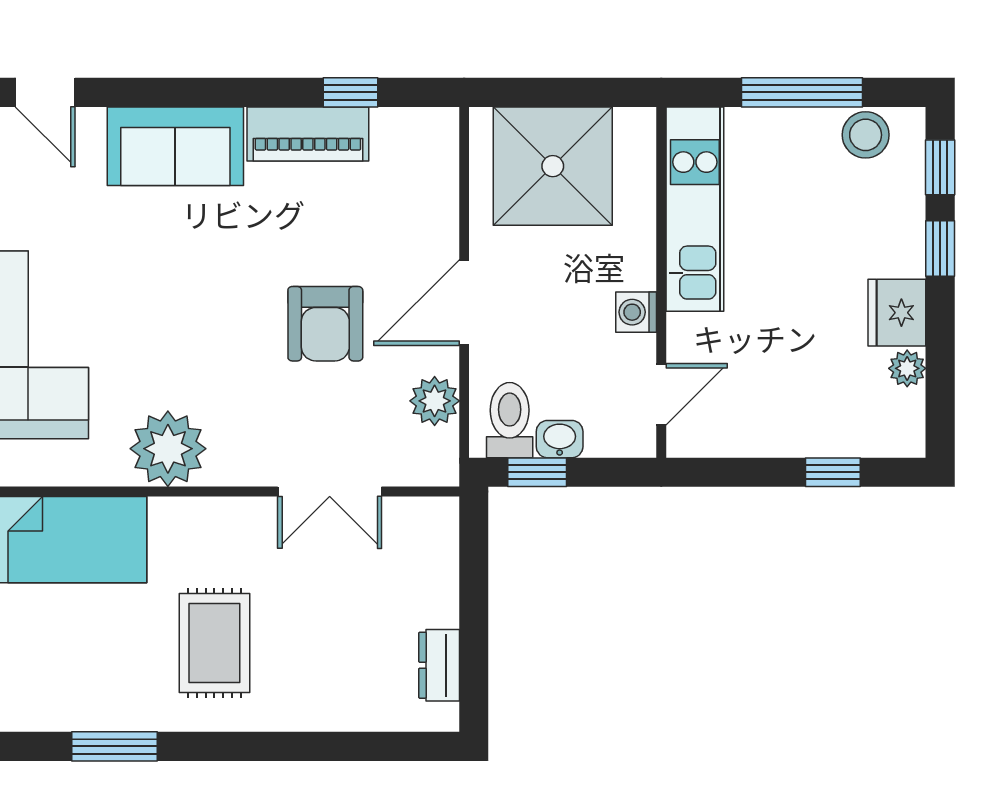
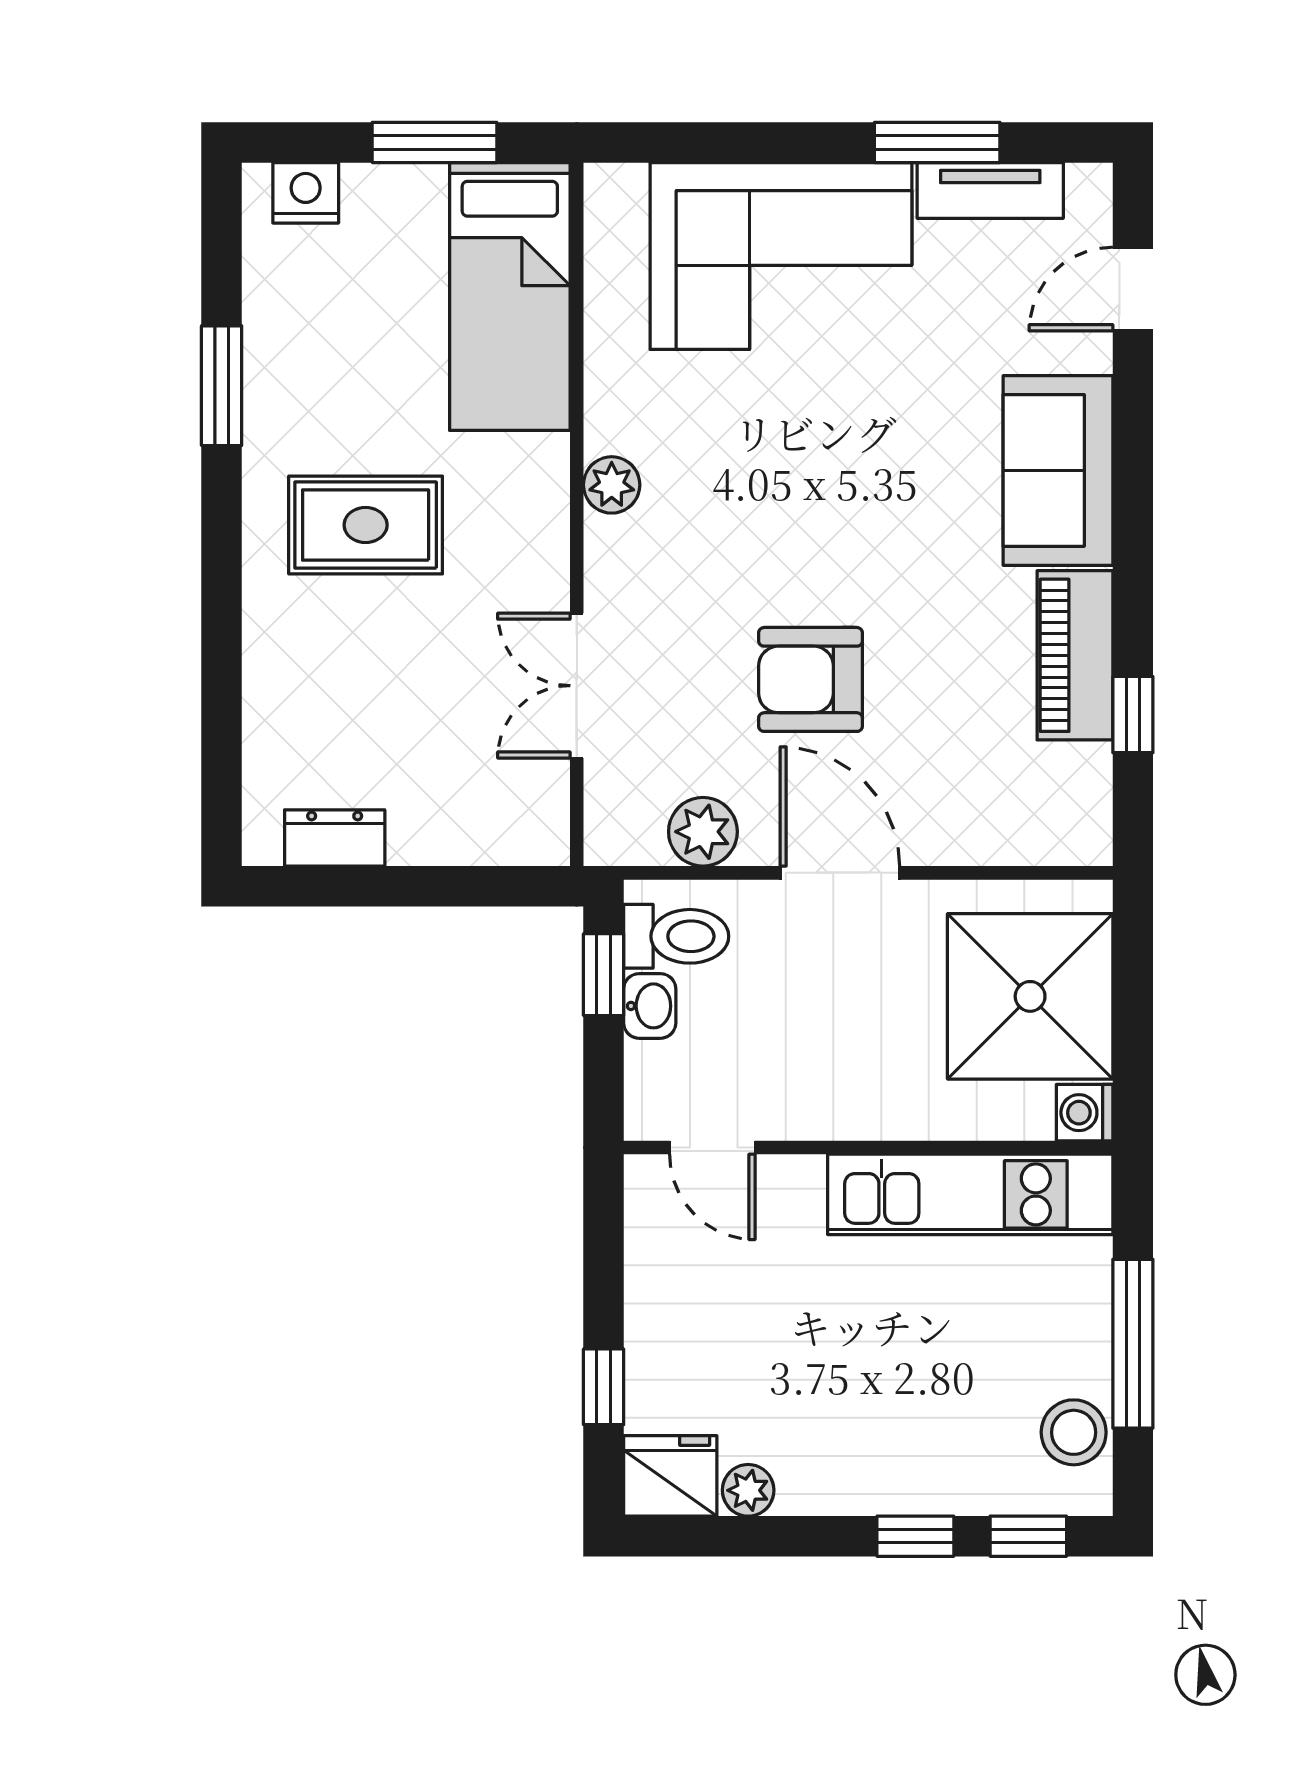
washing machine: (636, 312) -> (1085, 1113), moved, turned -90
fridge: (897, 313) -> (670, 1476), moved
plant: (168, 449) -> (612, 485), width x0.53, depth x0.53

